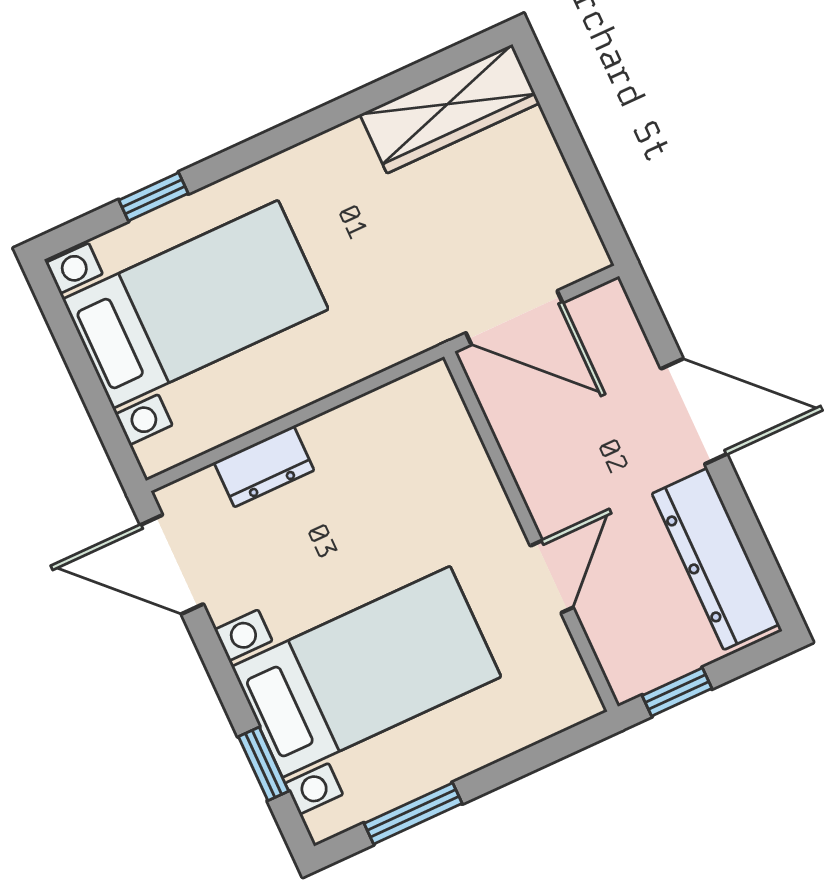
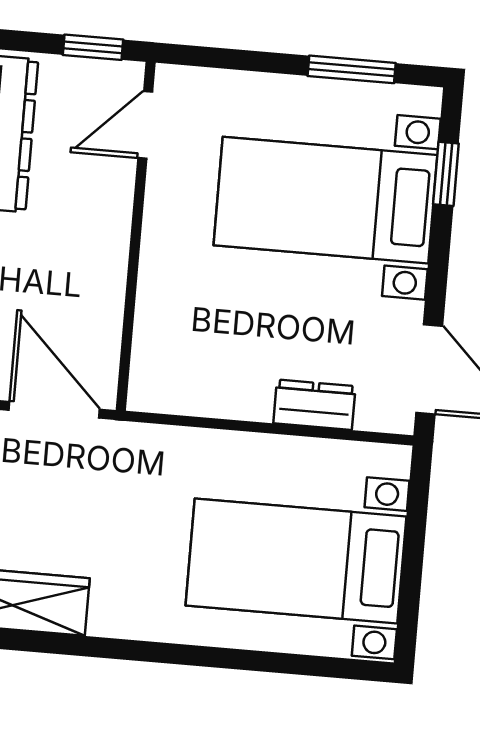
window: (153, 197) -> (281, 663), removed
door: (552, 577) -> (145, 125), moved

